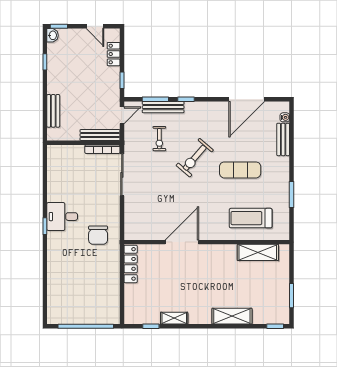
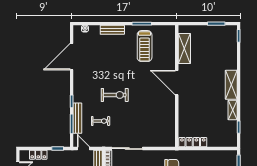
door: (247, 99) -> (72, 57), swing flipped
bench: (283, 139) -> (112, 30), moved
exercise bike: (195, 158) -> (115, 95), turned -41
exercise mat: (240, 170) -> (124, 62), removed
treadmill: (251, 218) -> (145, 46), moved
door: (182, 242) -> (177, 83), moved
shelving: (232, 316) -> (231, 85), moved

